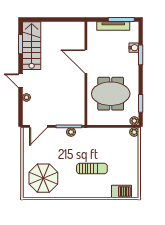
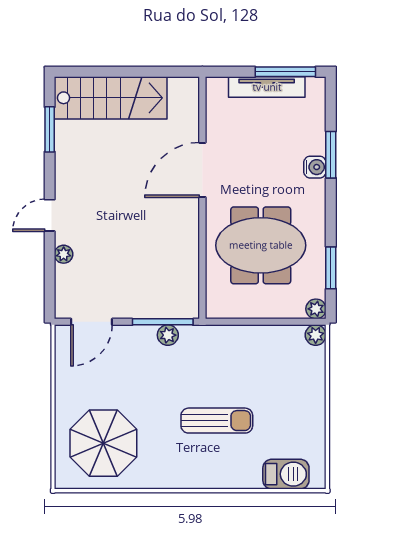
stairs: (32, 46) -> (111, 98), moved, turned 90
water cooler: (134, 48) -> (315, 167), moved
door: (86, 61) -> (202, 170), hinge flipped
door: (21, 81) -> (50, 215), hinge flipped

